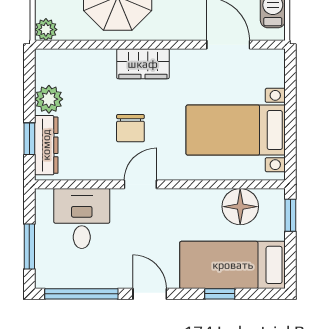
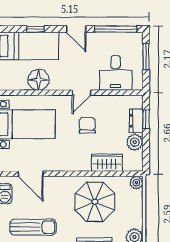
wardrobe: (143, 64) -> (107, 163), moved
dresser: (46, 145) -> (136, 121), width x0.70
floor lamp: (240, 207) -> (39, 80), moved

